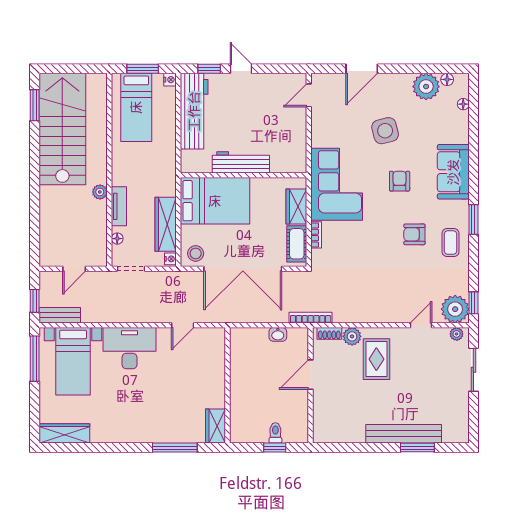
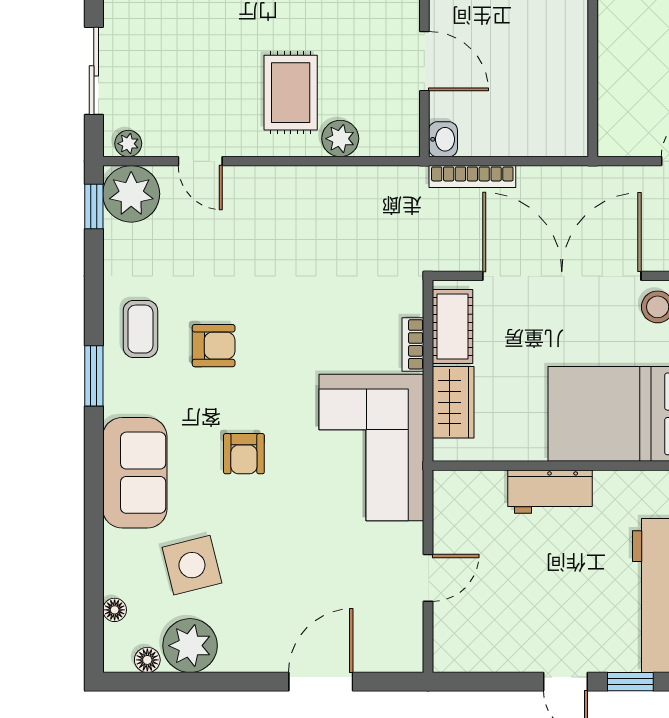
door: (309, 95) -> (428, 578), moved
side table: (385, 131) -> (192, 565), moved
workbench: (241, 162) -> (550, 492), width x0.73
bookcase: (311, 318) -> (472, 177), moved
door: (421, 325) -> (200, 161), hinge flipped
shoe rack: (329, 333) -> (386, 145), removed
washbasin: (278, 334) -> (443, 139), moved, turned 90
door: (311, 375) -> (424, 61), hinge flipped

